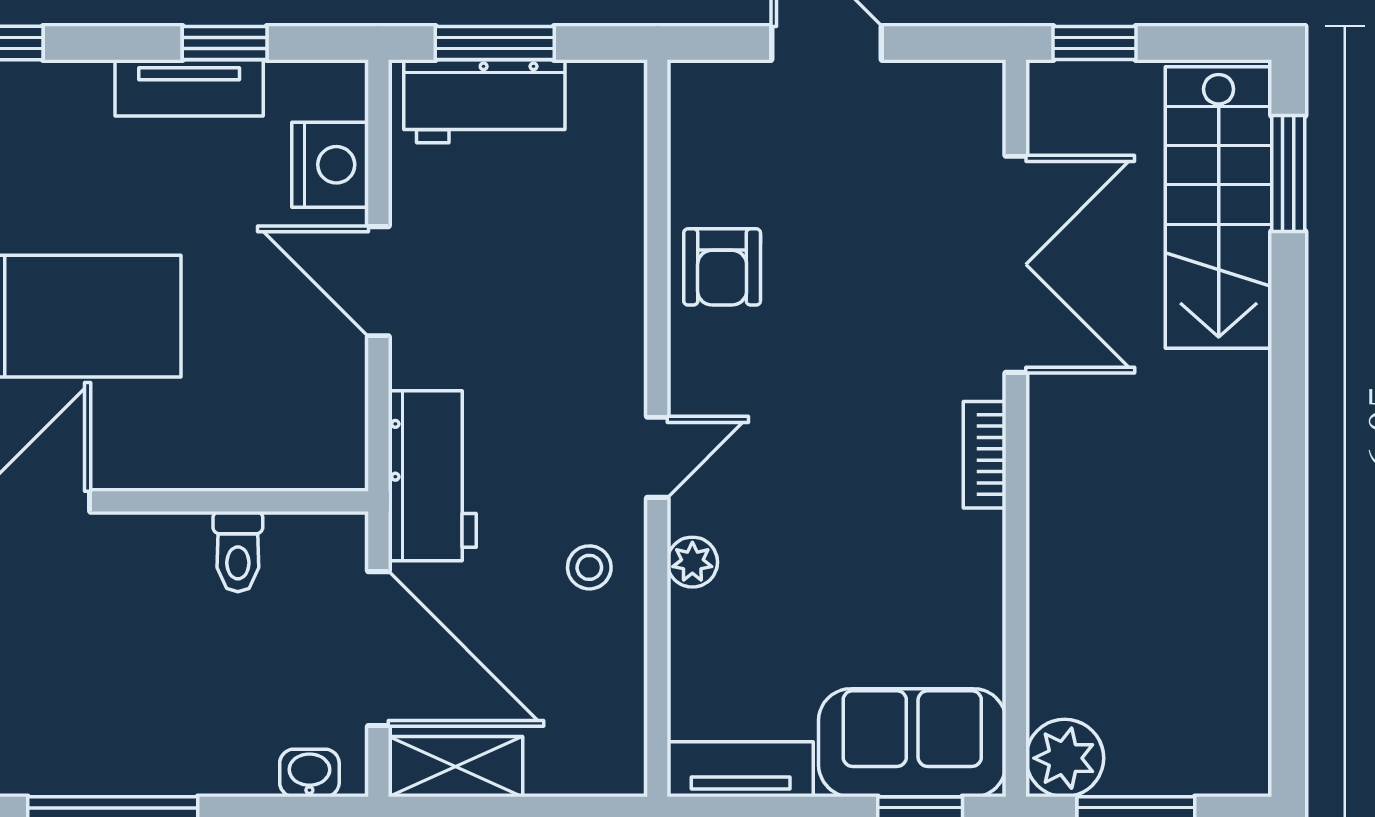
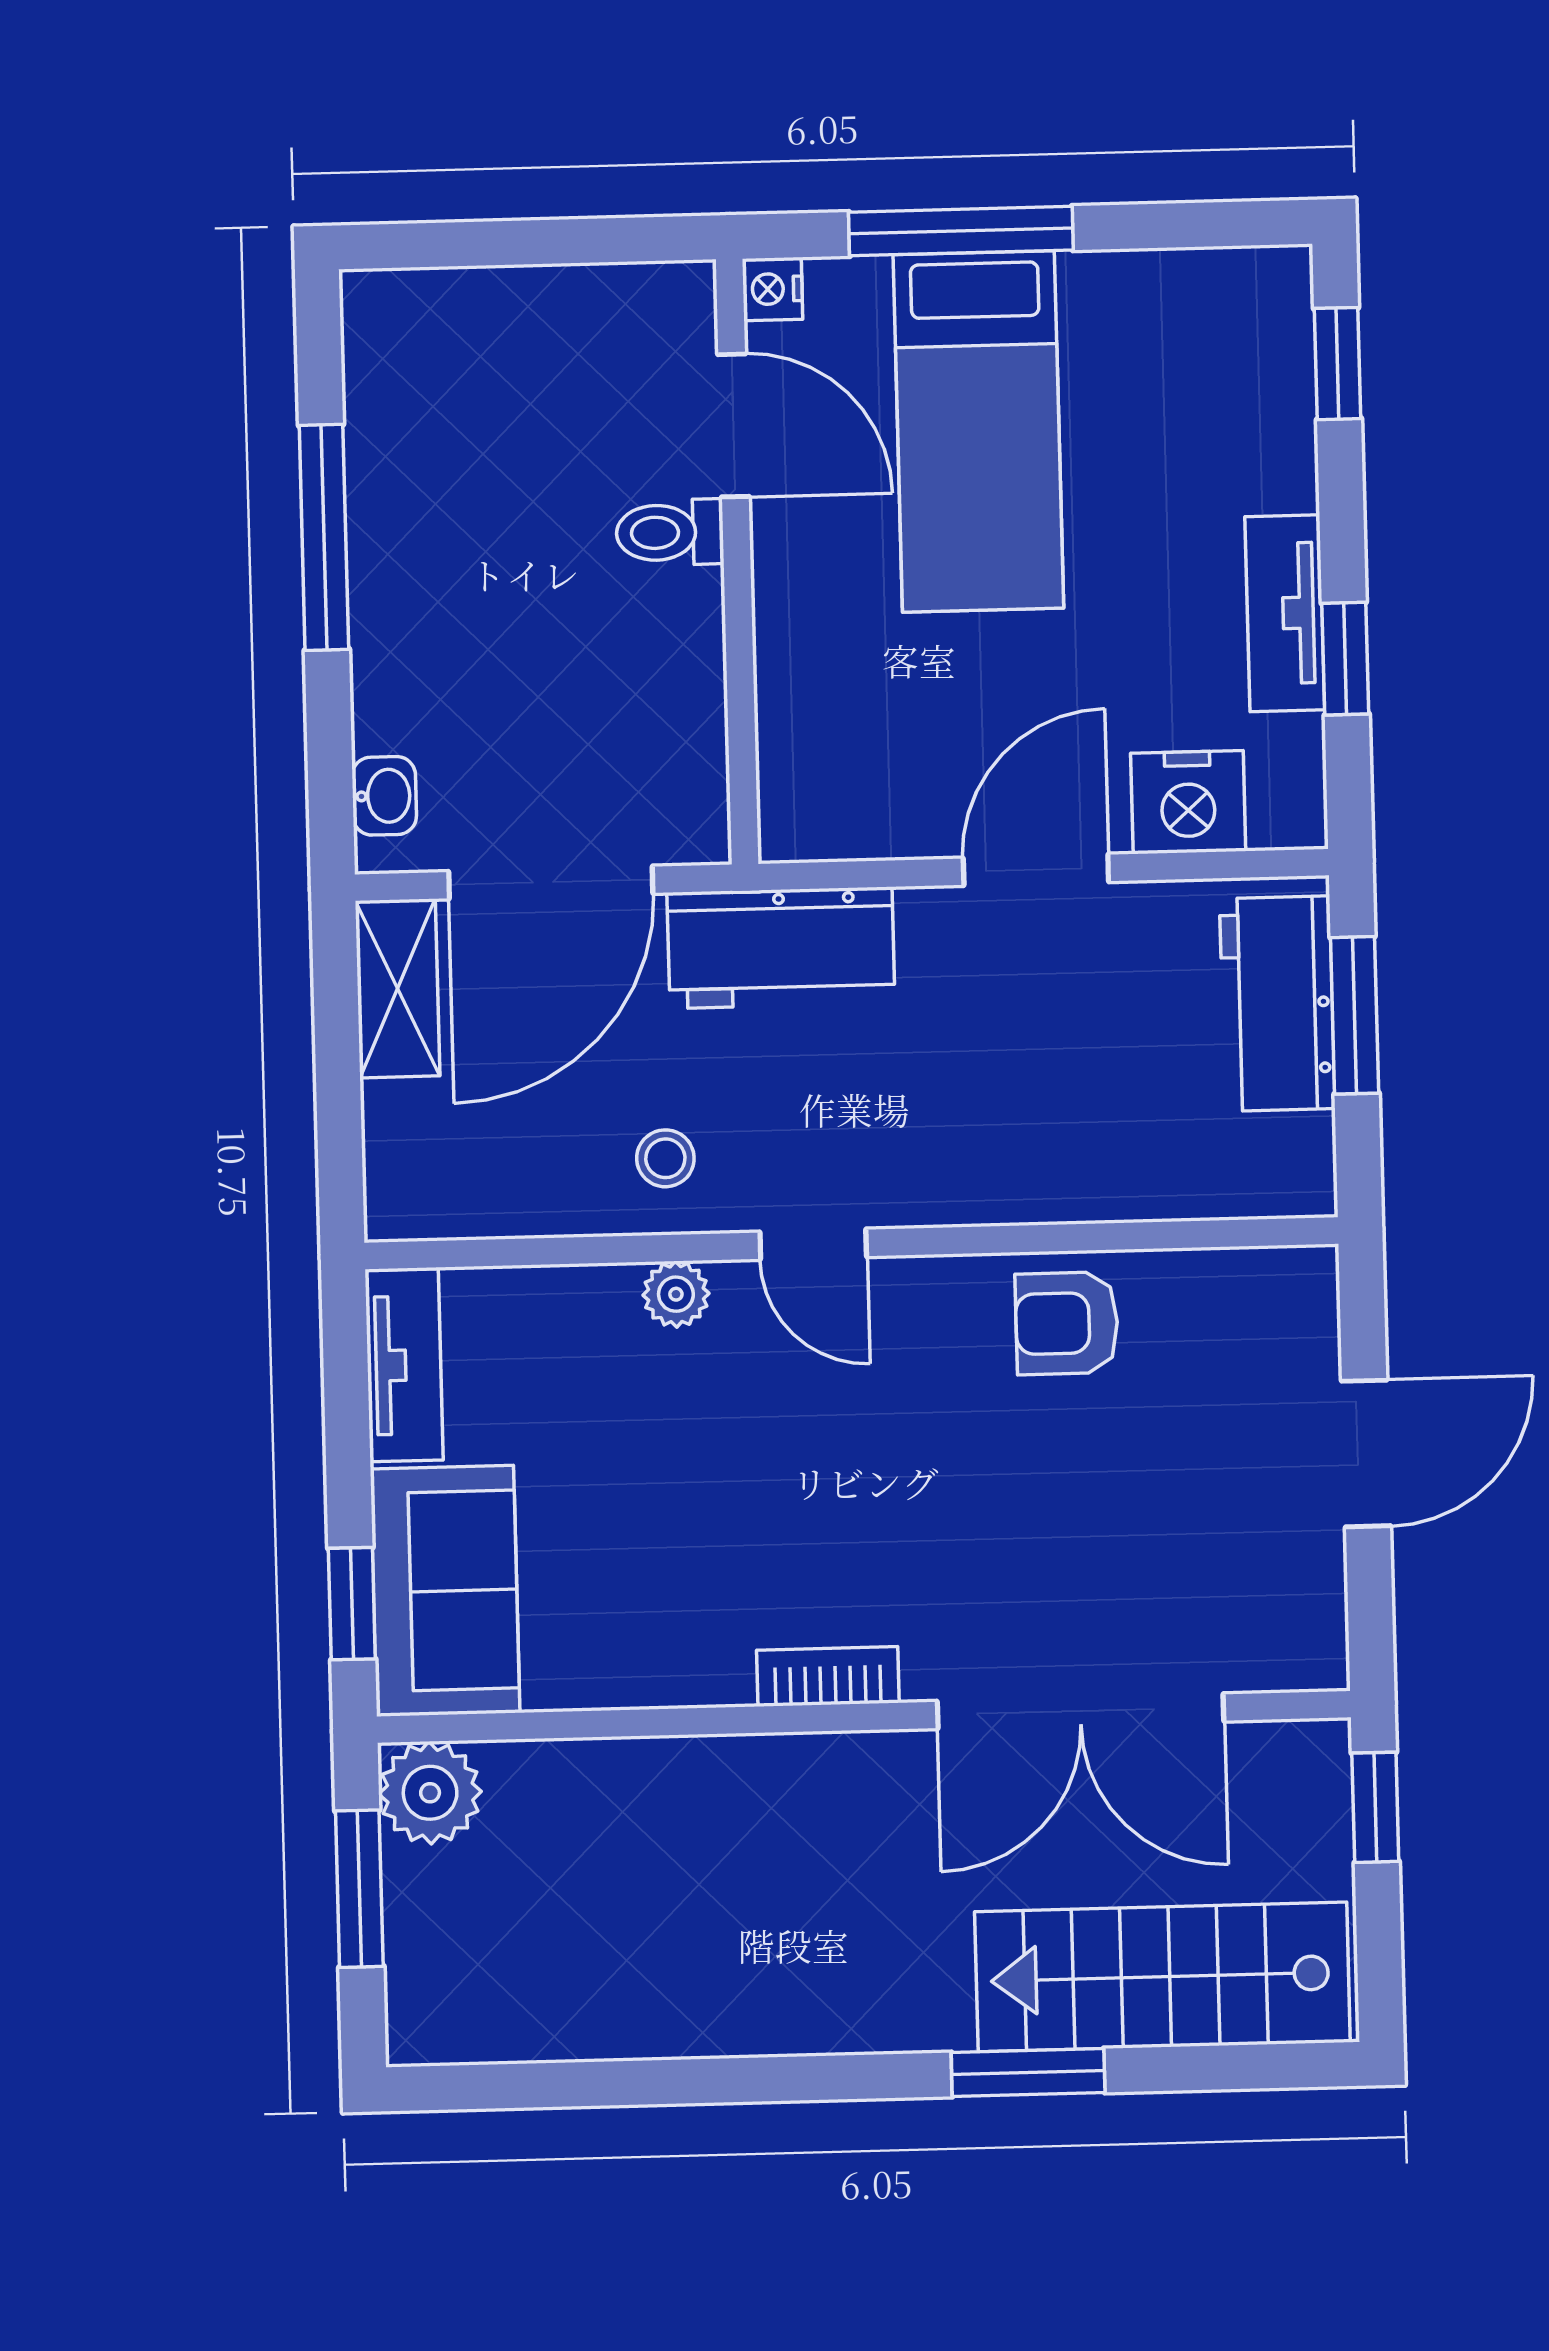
window: (1288, 174) -> (1028, 2072), moved
toilet: (238, 552) -> (670, 532), moved

